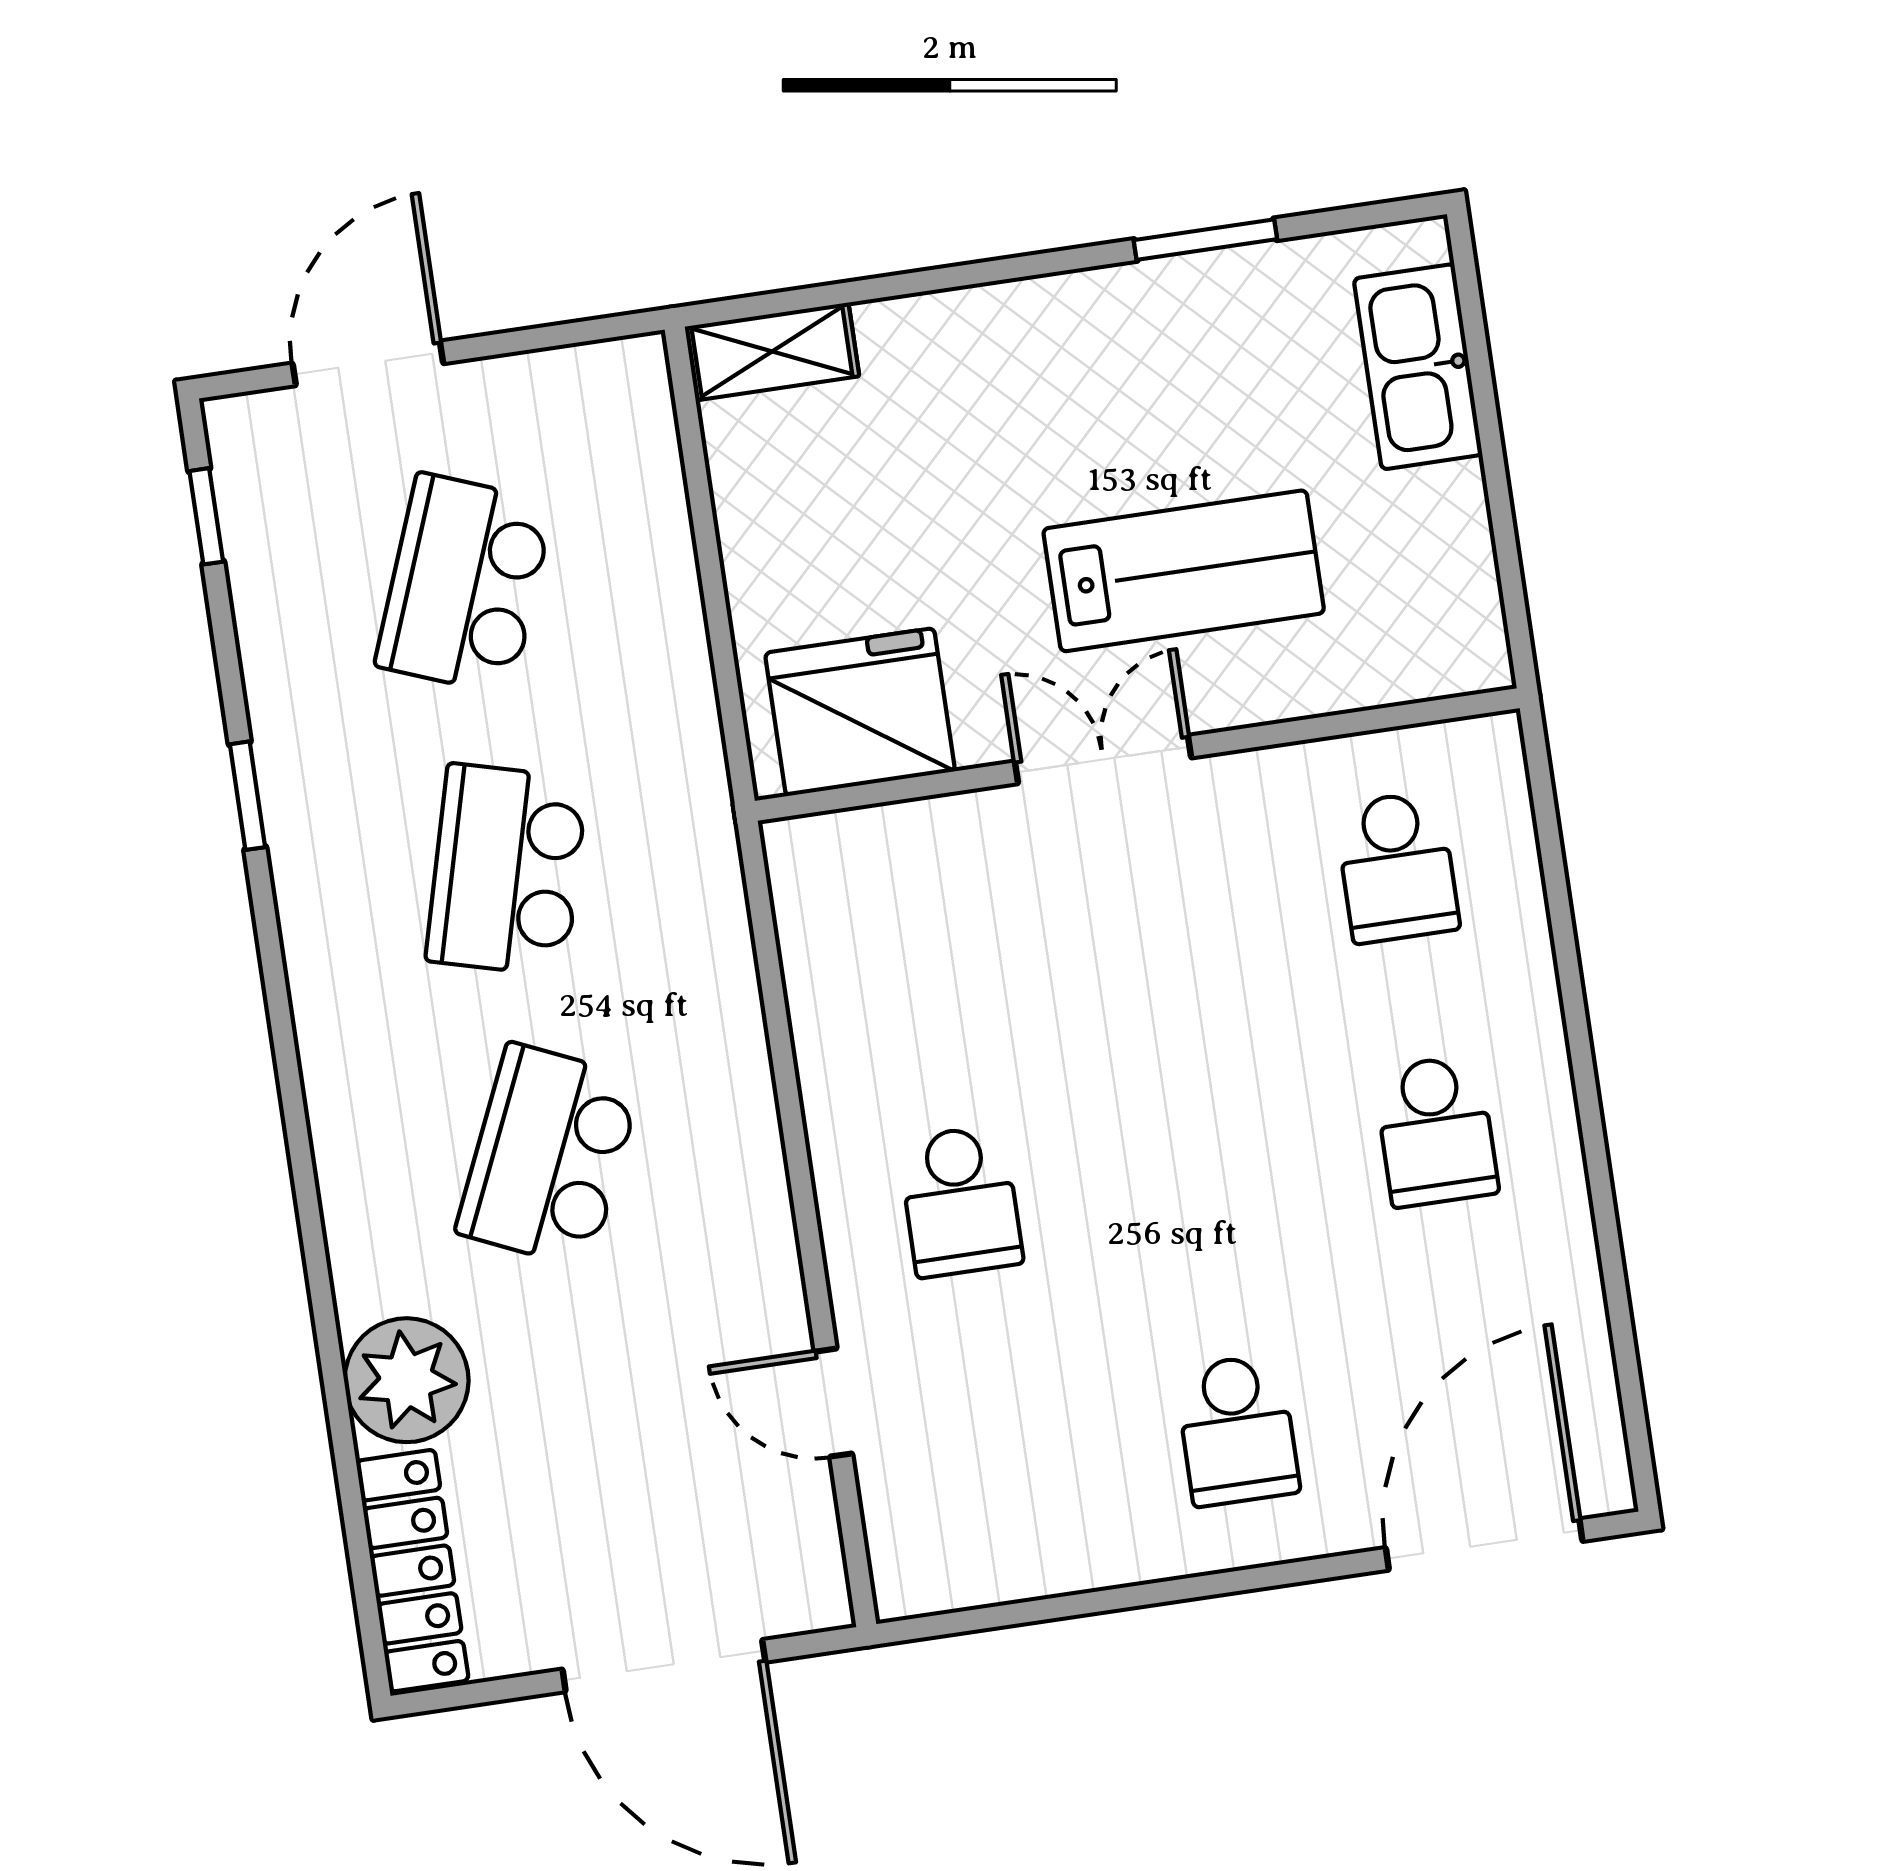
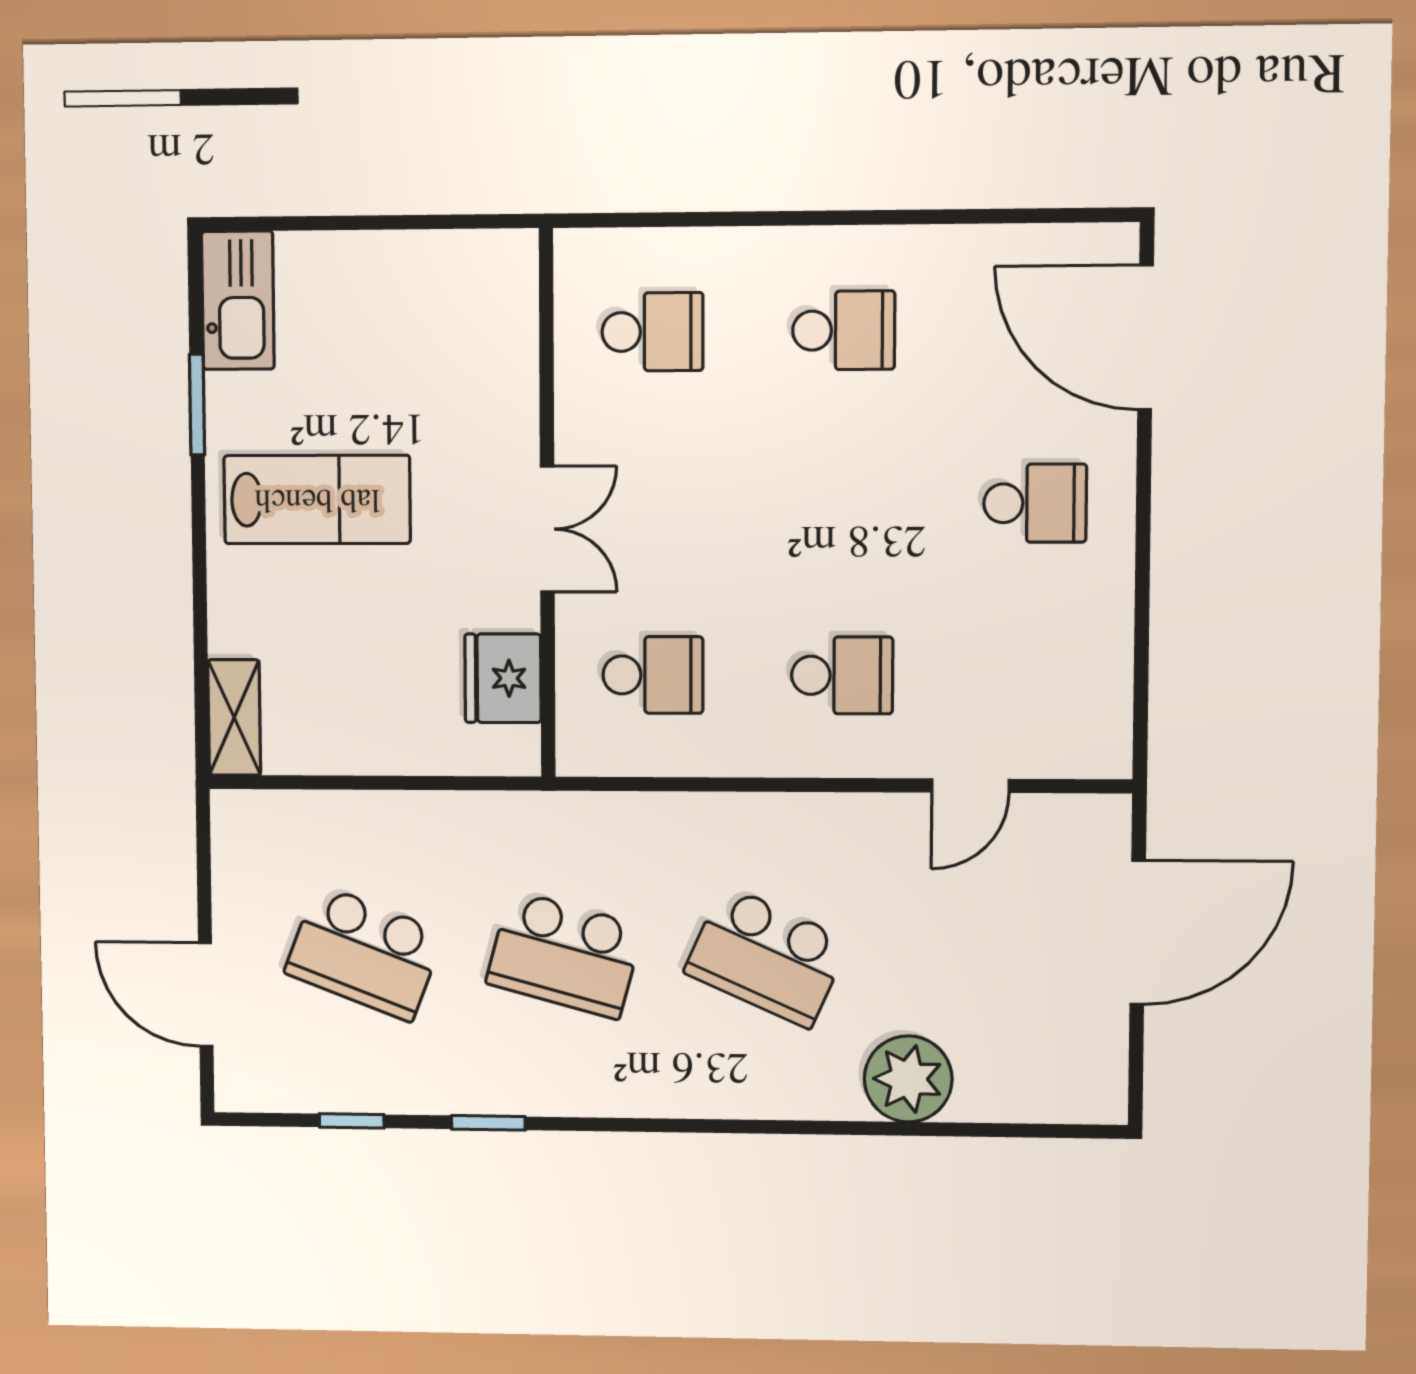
kitchen sink: (1418, 367) -> (238, 300), moved, turned -90
window: (206, 516) -> (352, 1121), moved
lab bench: (1184, 571) -> (317, 499), moved, turned 90
fridge: (860, 712) -> (503, 678), width x0.73, depth x0.75
double door: (1103, 760) -> (547, 529), swing flipped
school desk: (921, 937) -> (653, 675), added
locker: (412, 1571) -> (1042, 1096), removed

